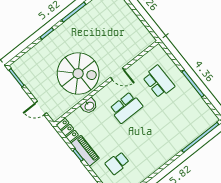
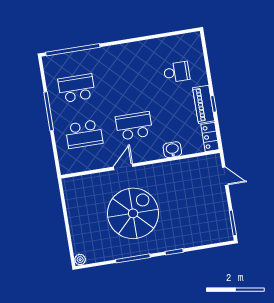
spiral stairs: (78, 74) -> (133, 213), moved, turned 90
door: (117, 74) -> (123, 167), hinge flipped
school desk: (159, 82) -> (84, 134), turned -90
school desk: (182, 111) -> (77, 88), added

